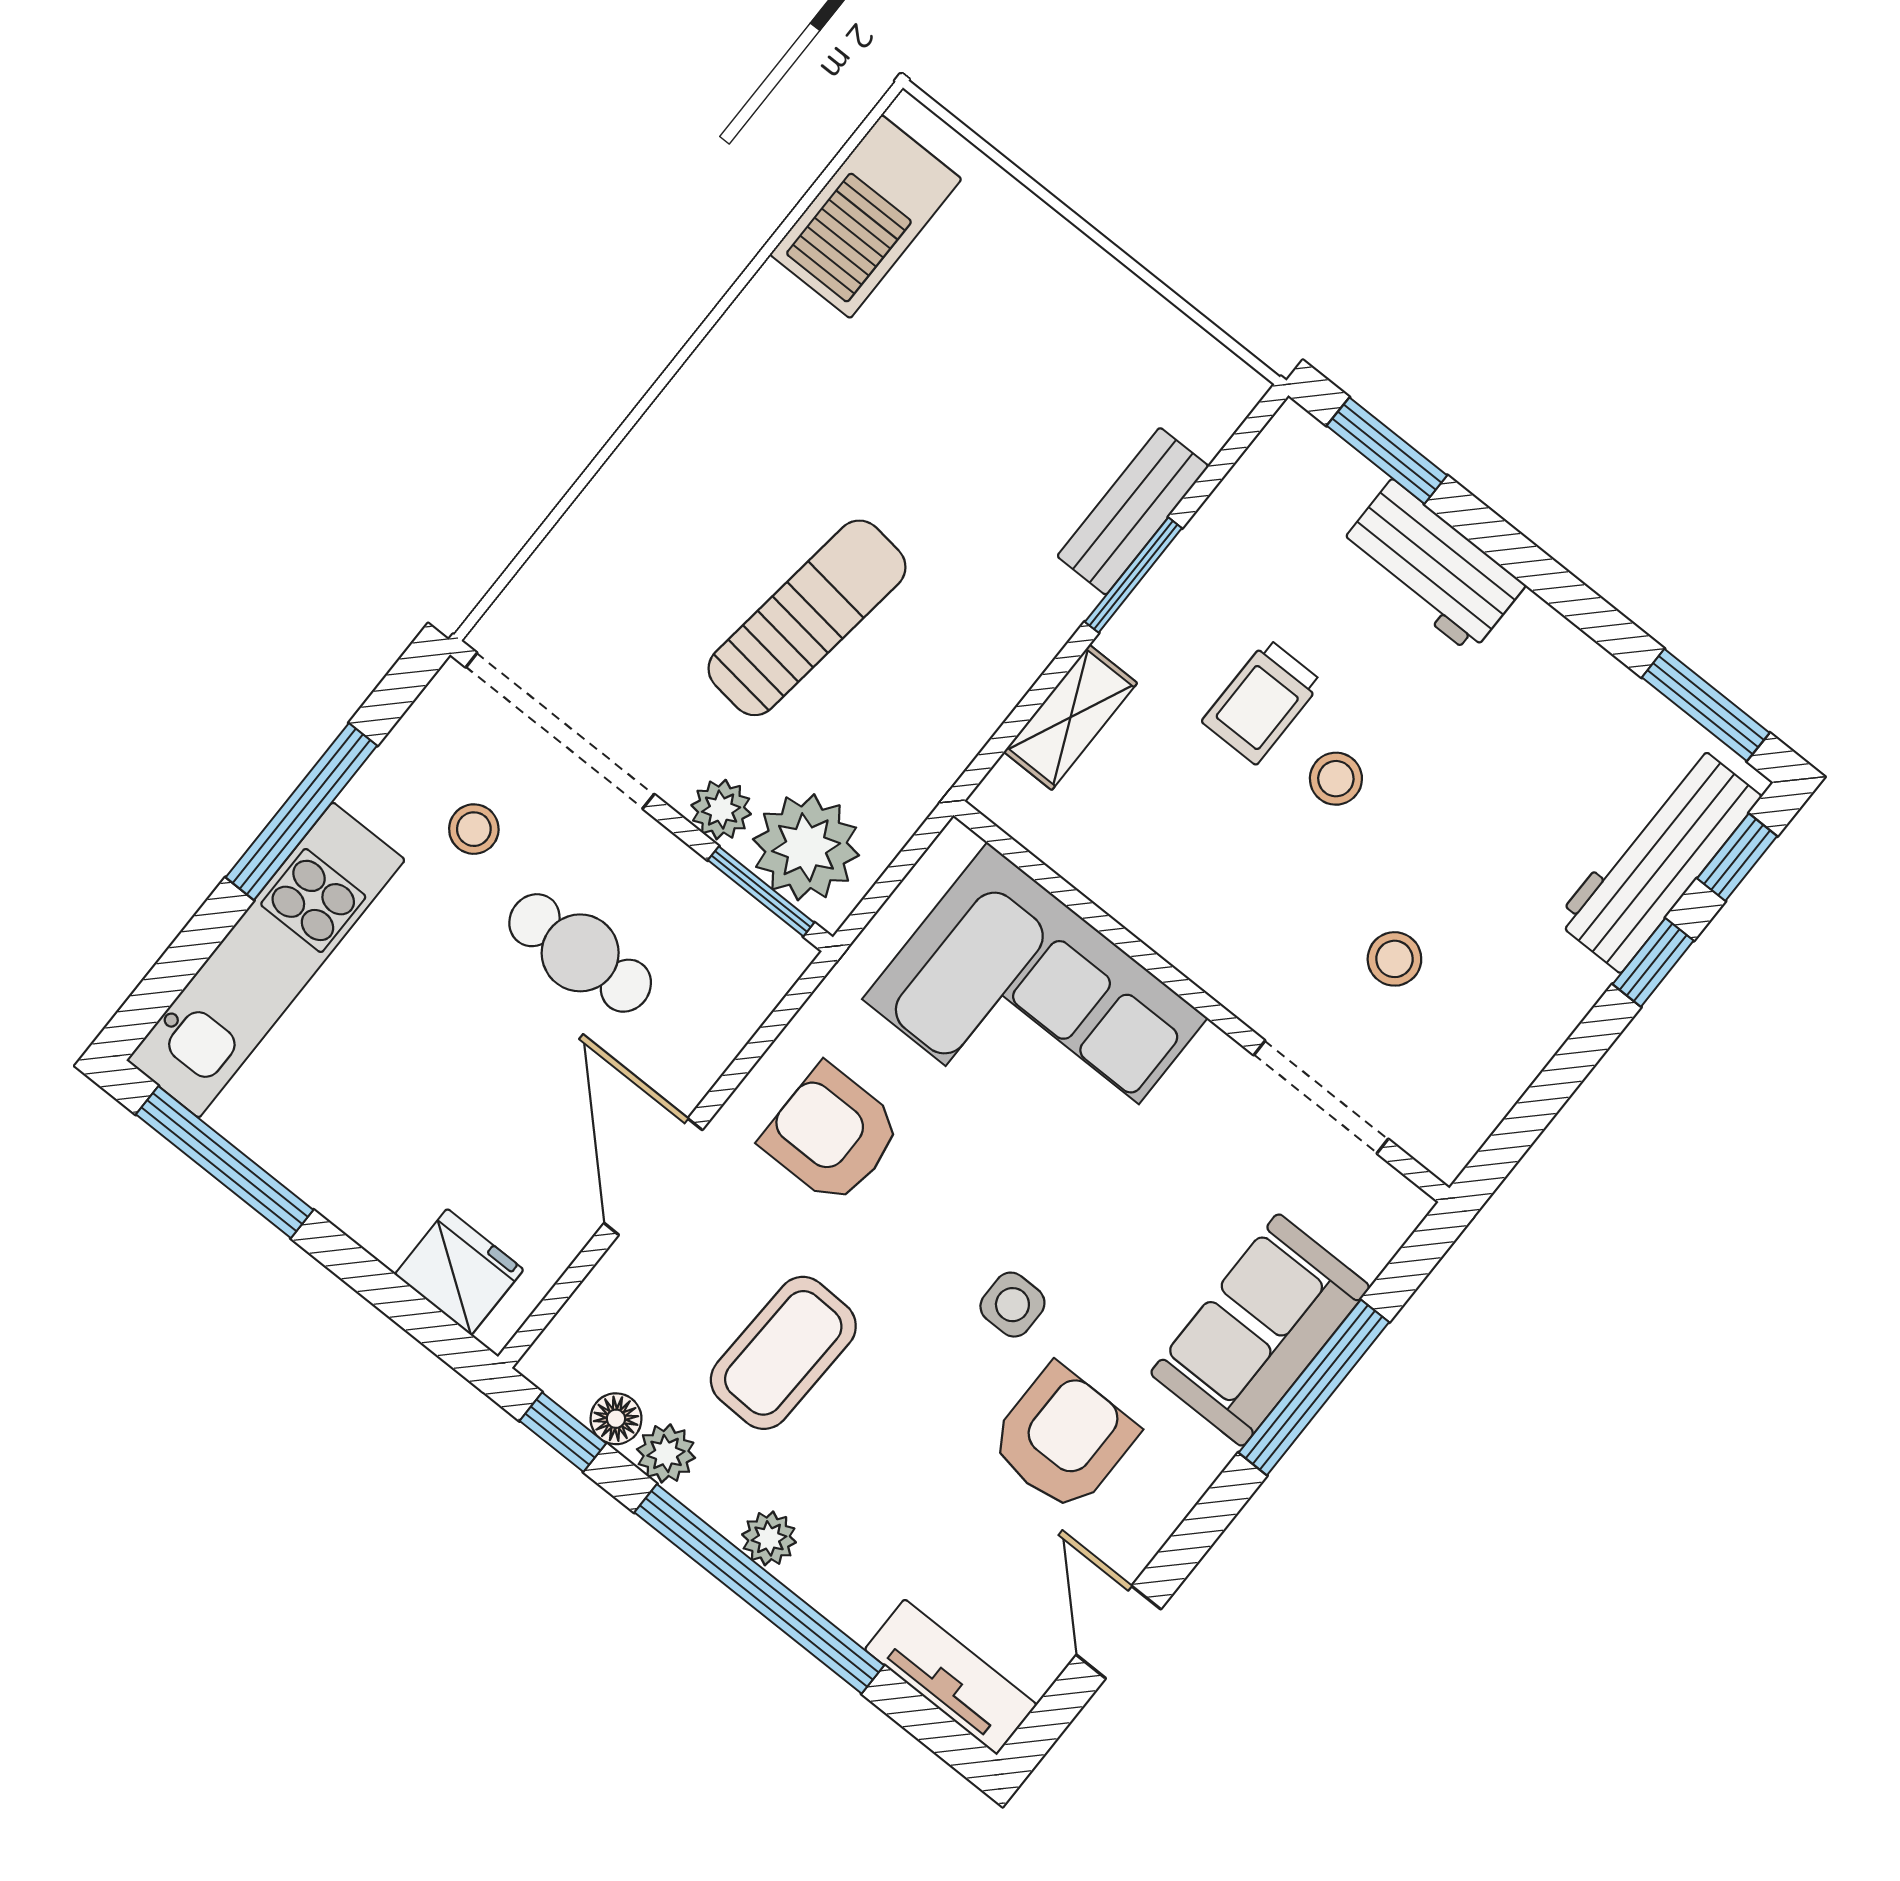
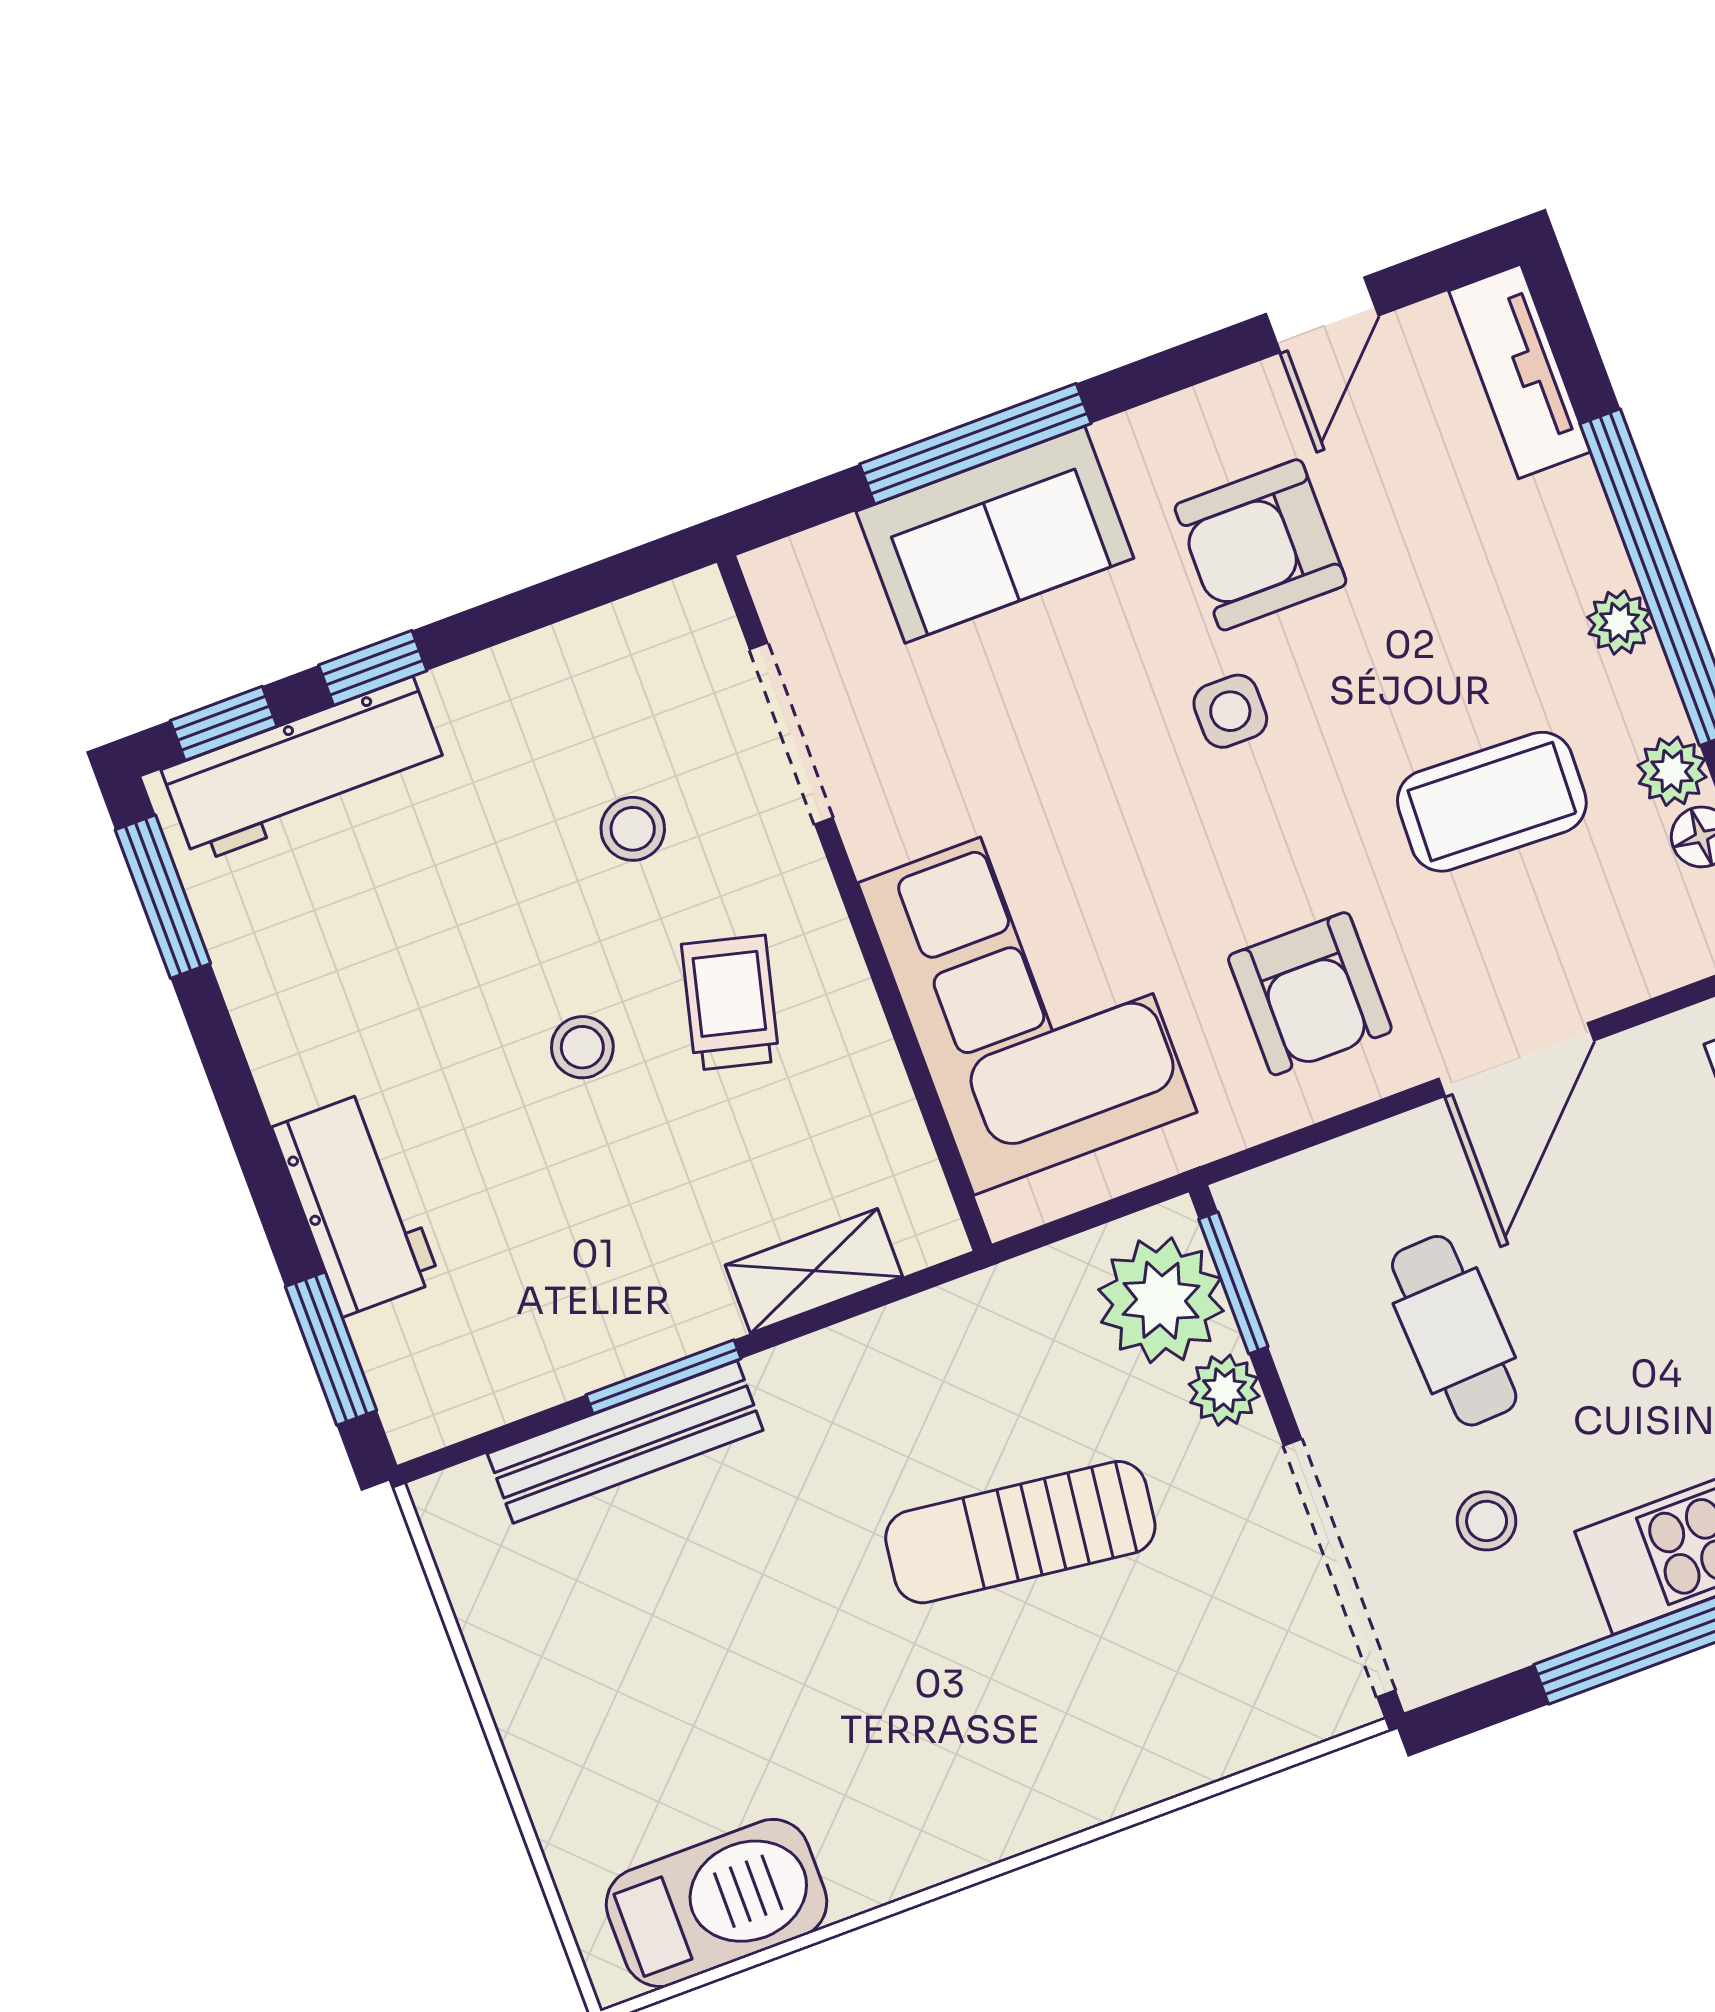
bench: (1133, 511) -> (625, 1442), width x1.36
trolley: (1262, 702) -> (730, 1003), moved, turned -76

